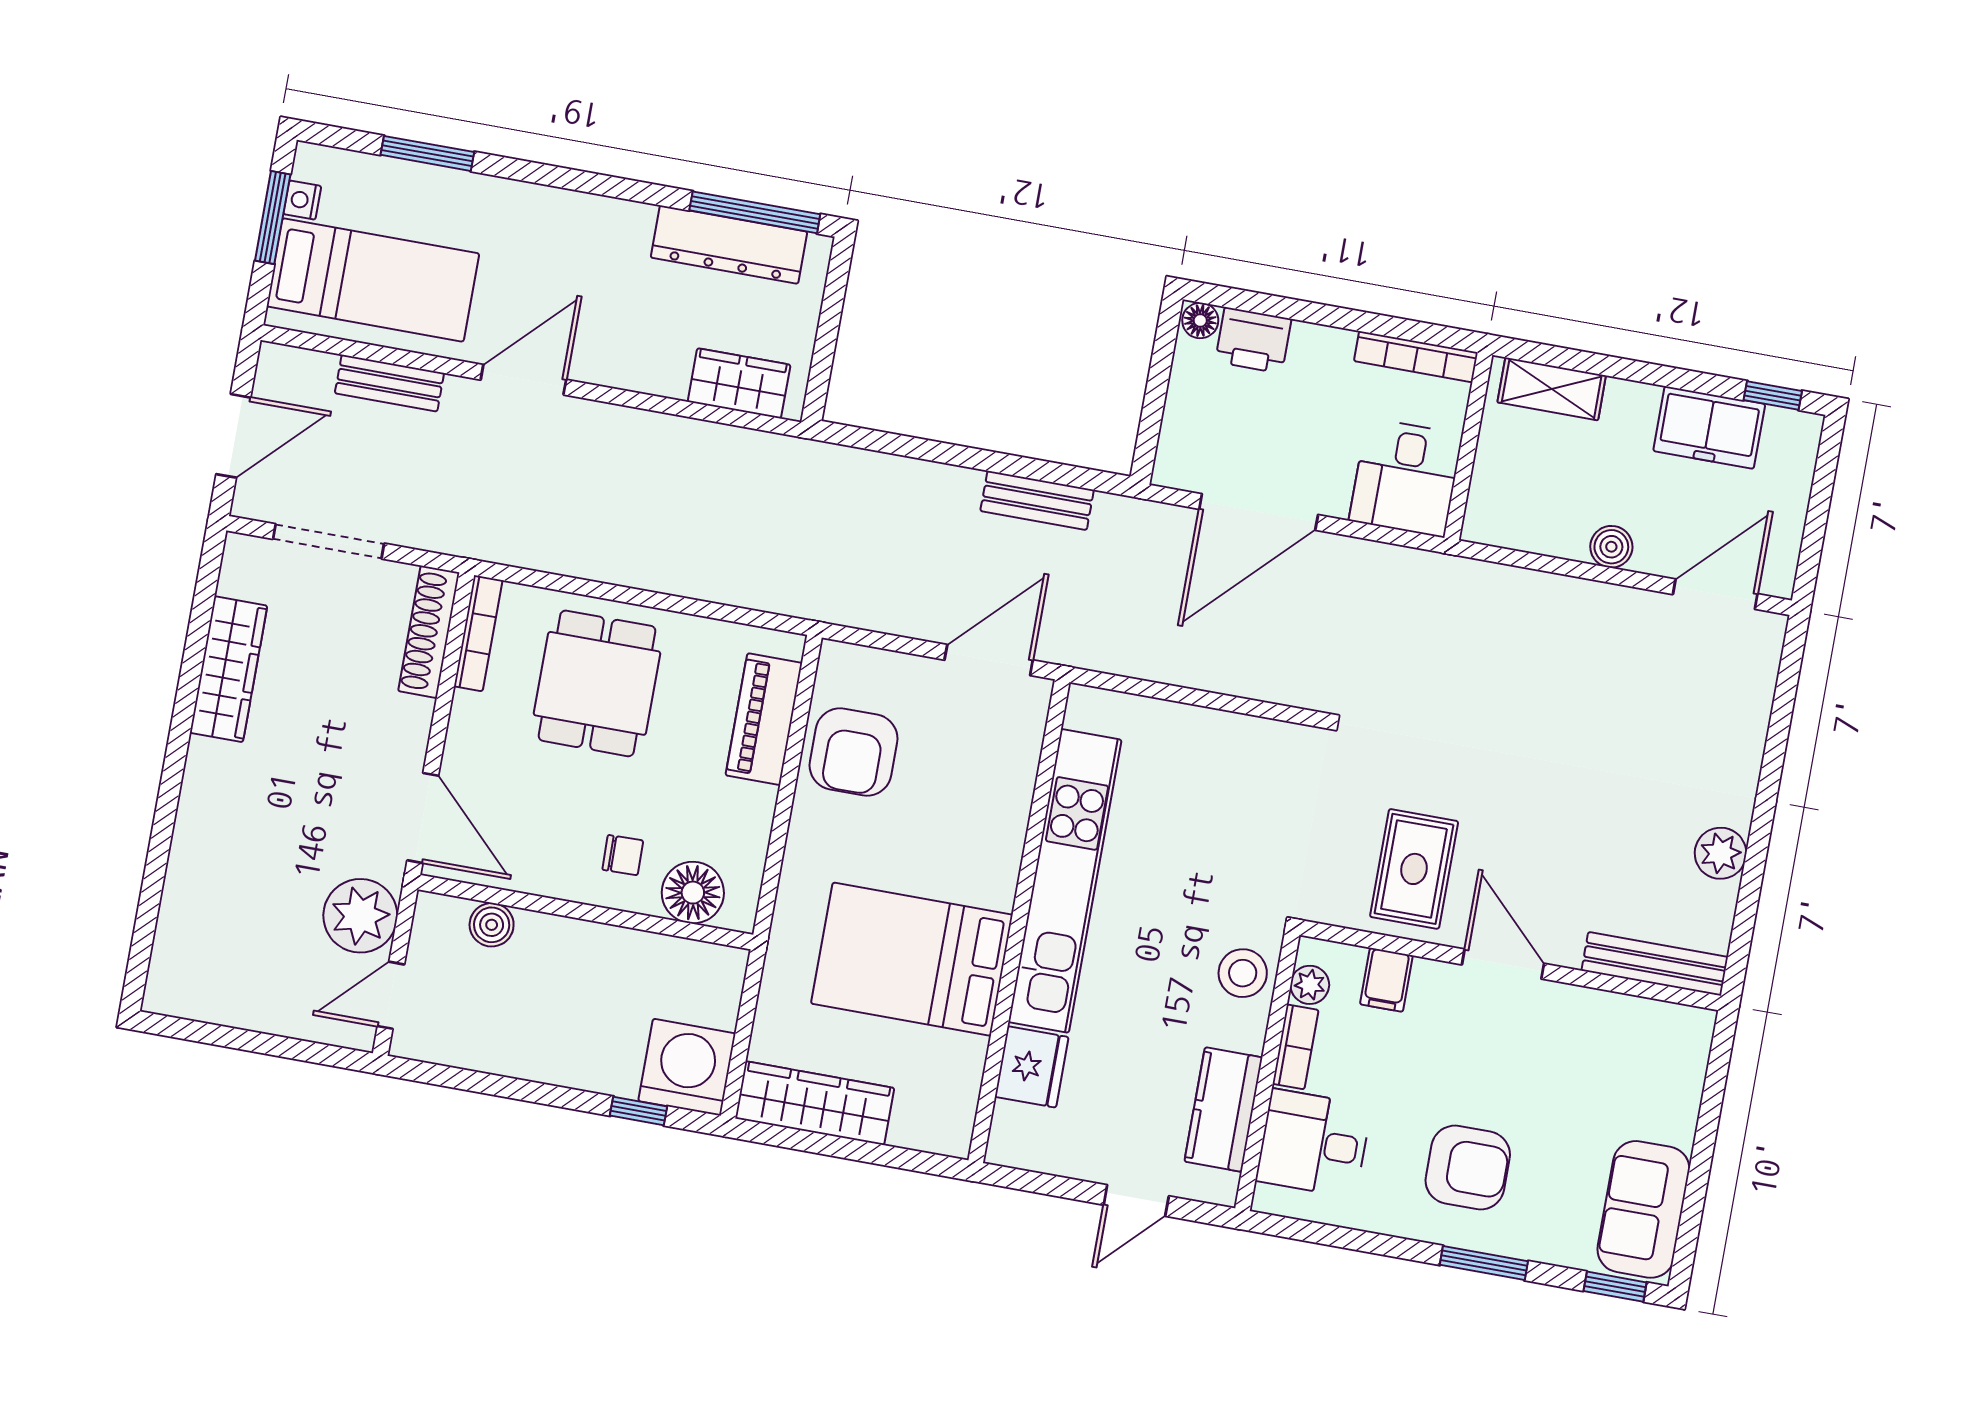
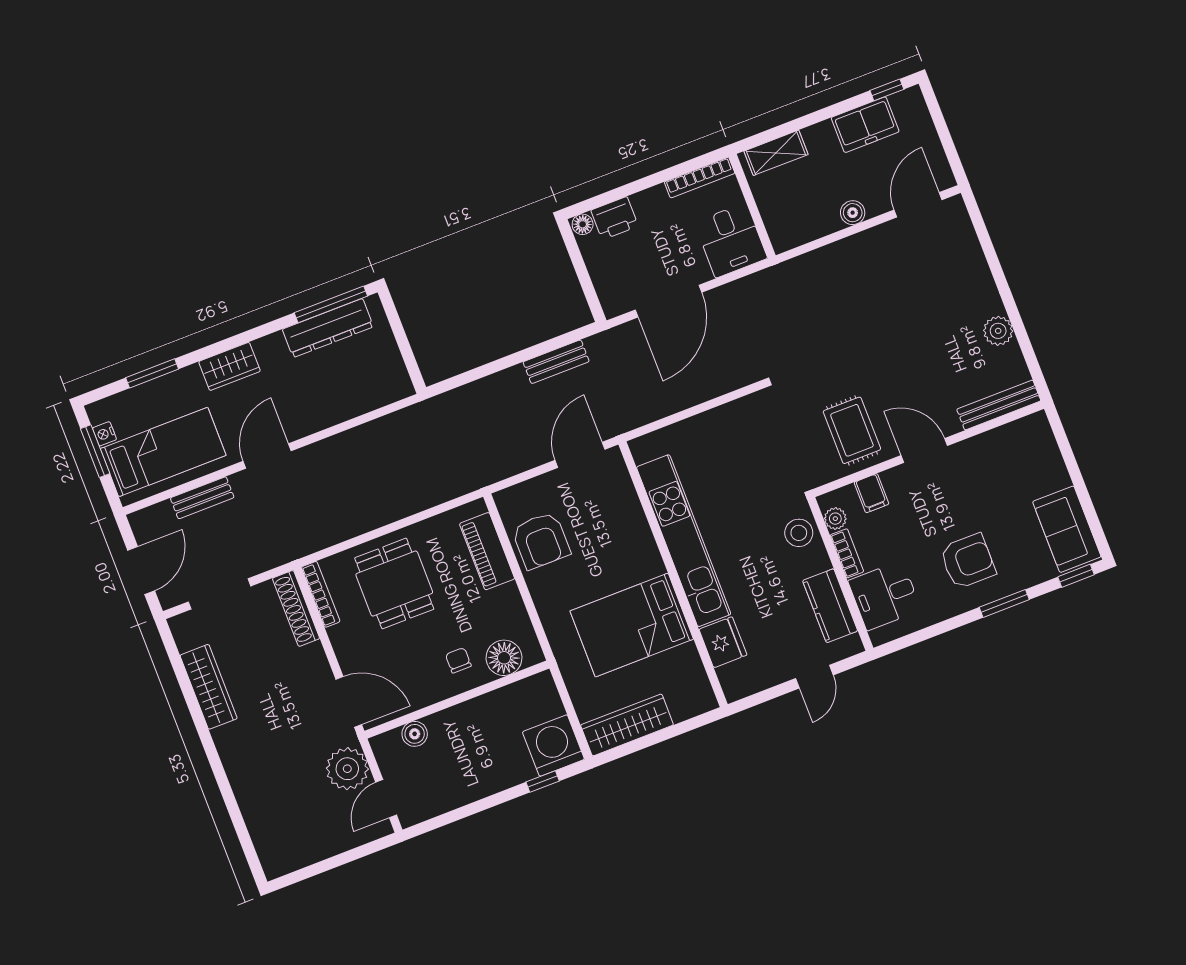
wardrobe: (739, 383) -> (229, 366), moved, turned 180
chair: (623, 855) -> (458, 660), turned -89

